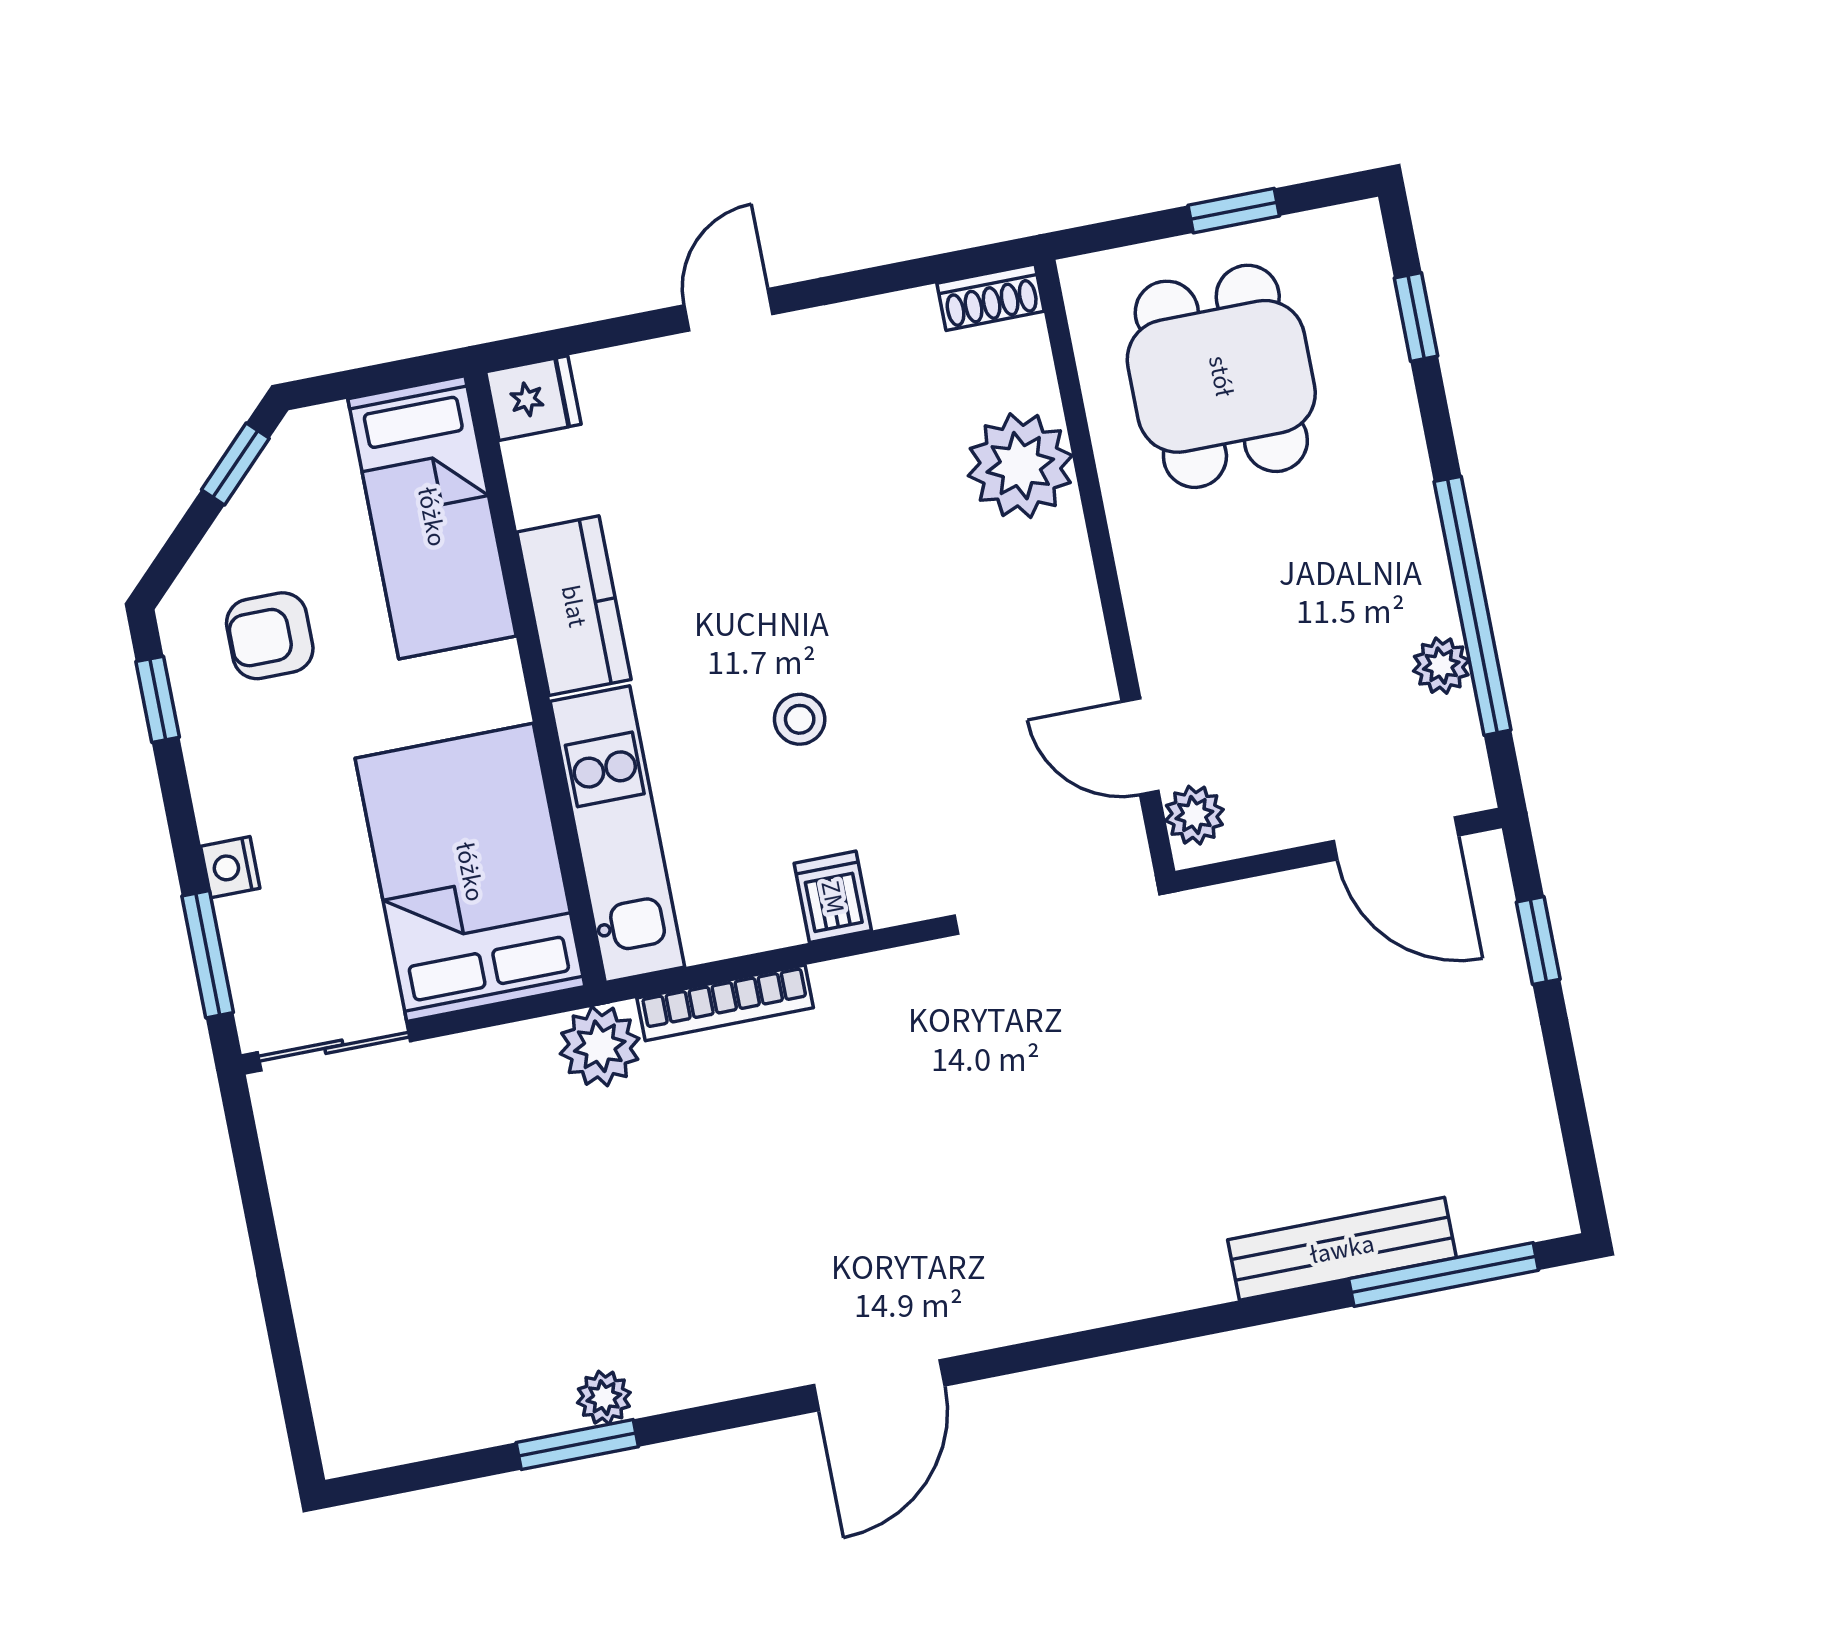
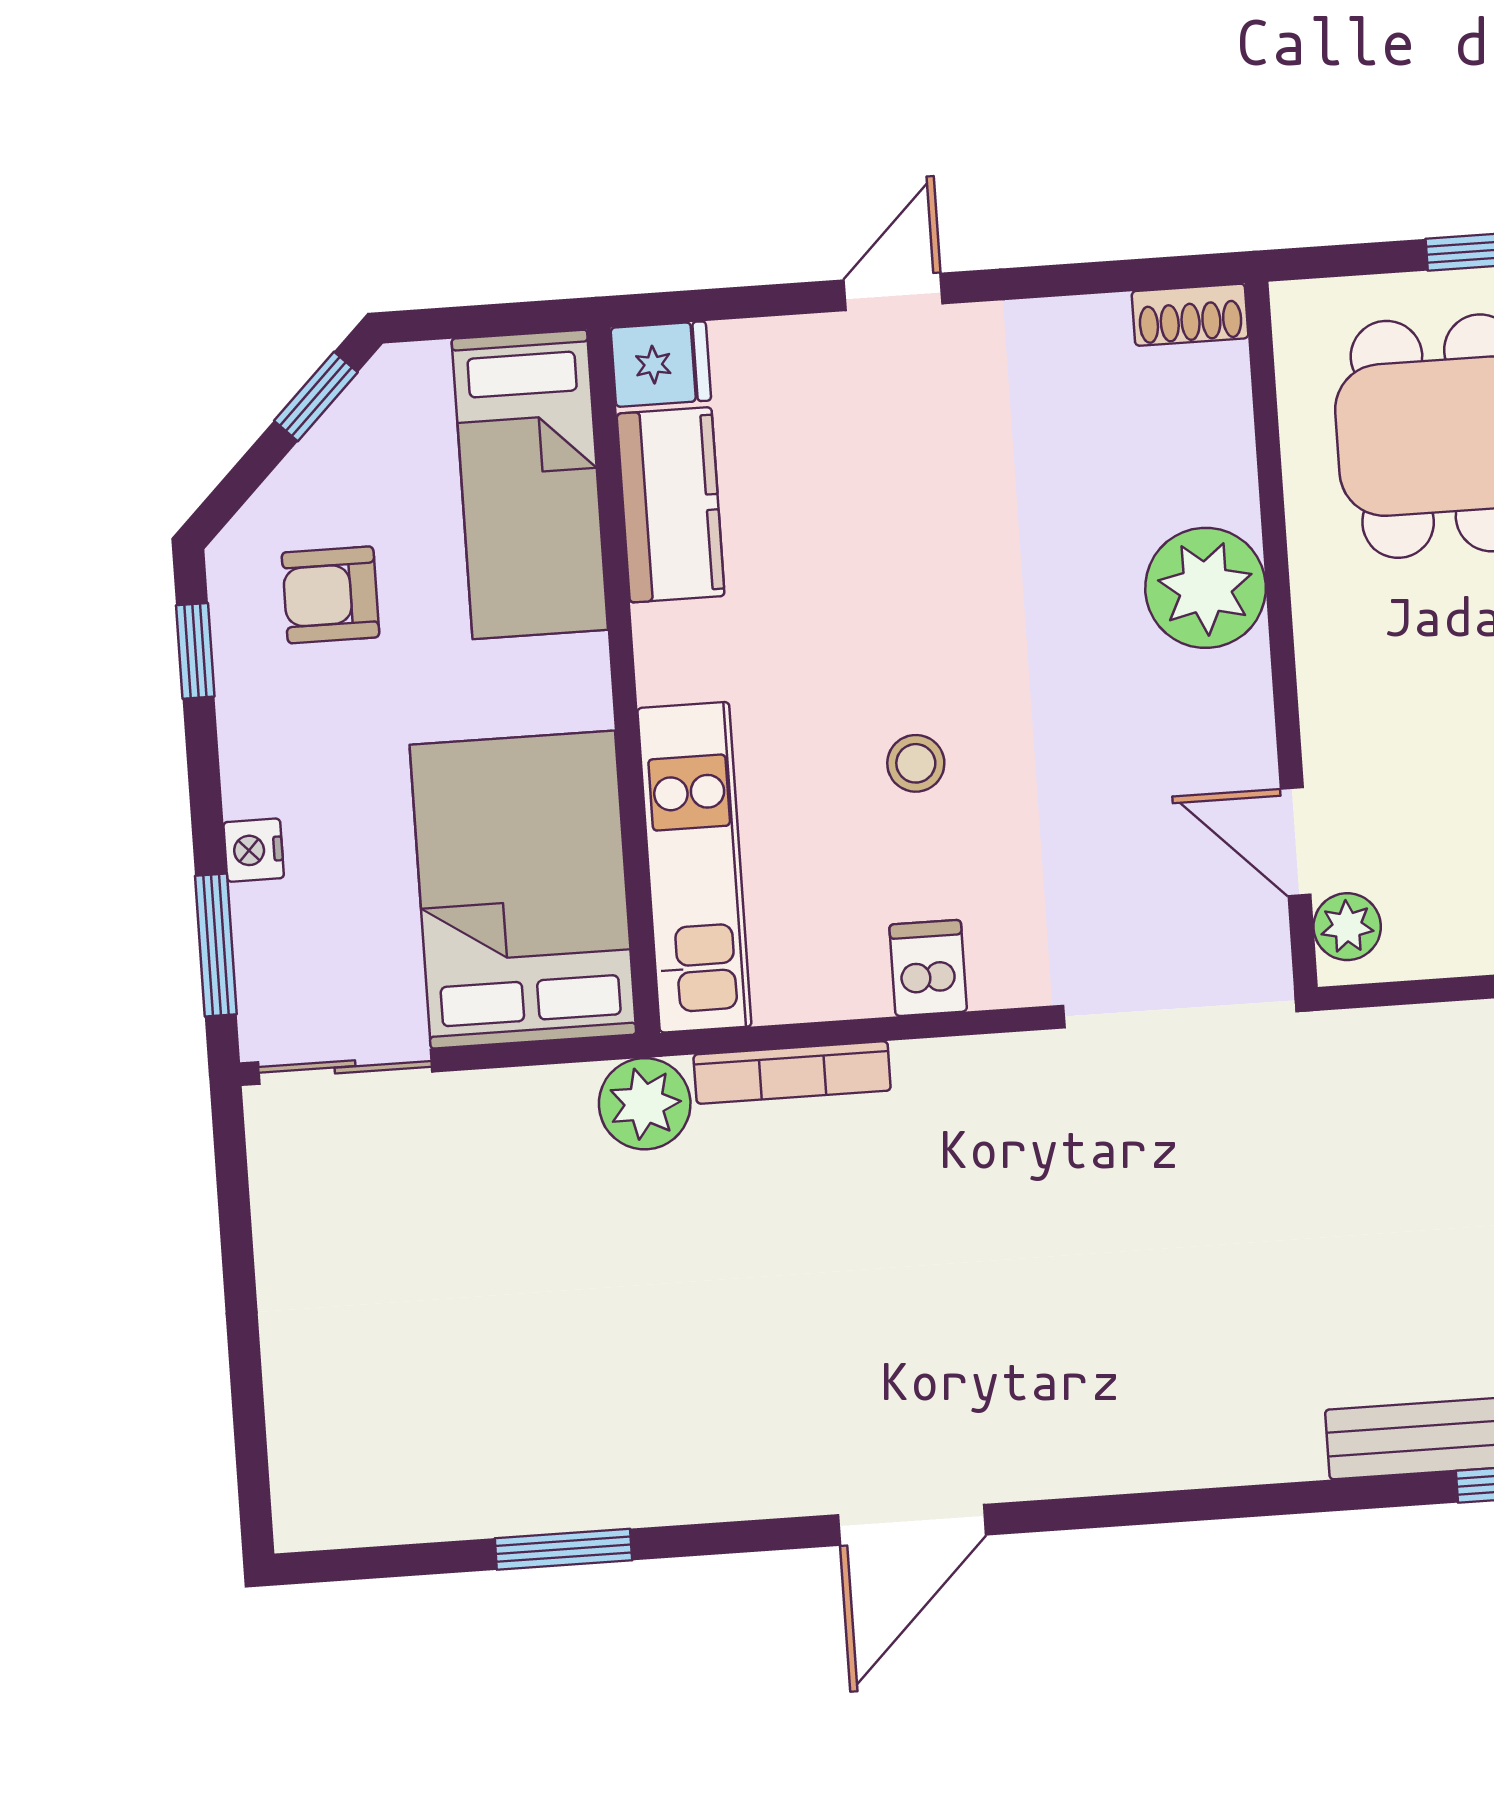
plant: (1020, 466) -> (1206, 588), moved
kitchen counter: (574, 606) -> (671, 505), moved
plant: (604, 1398) -> (600, 1500), removed

